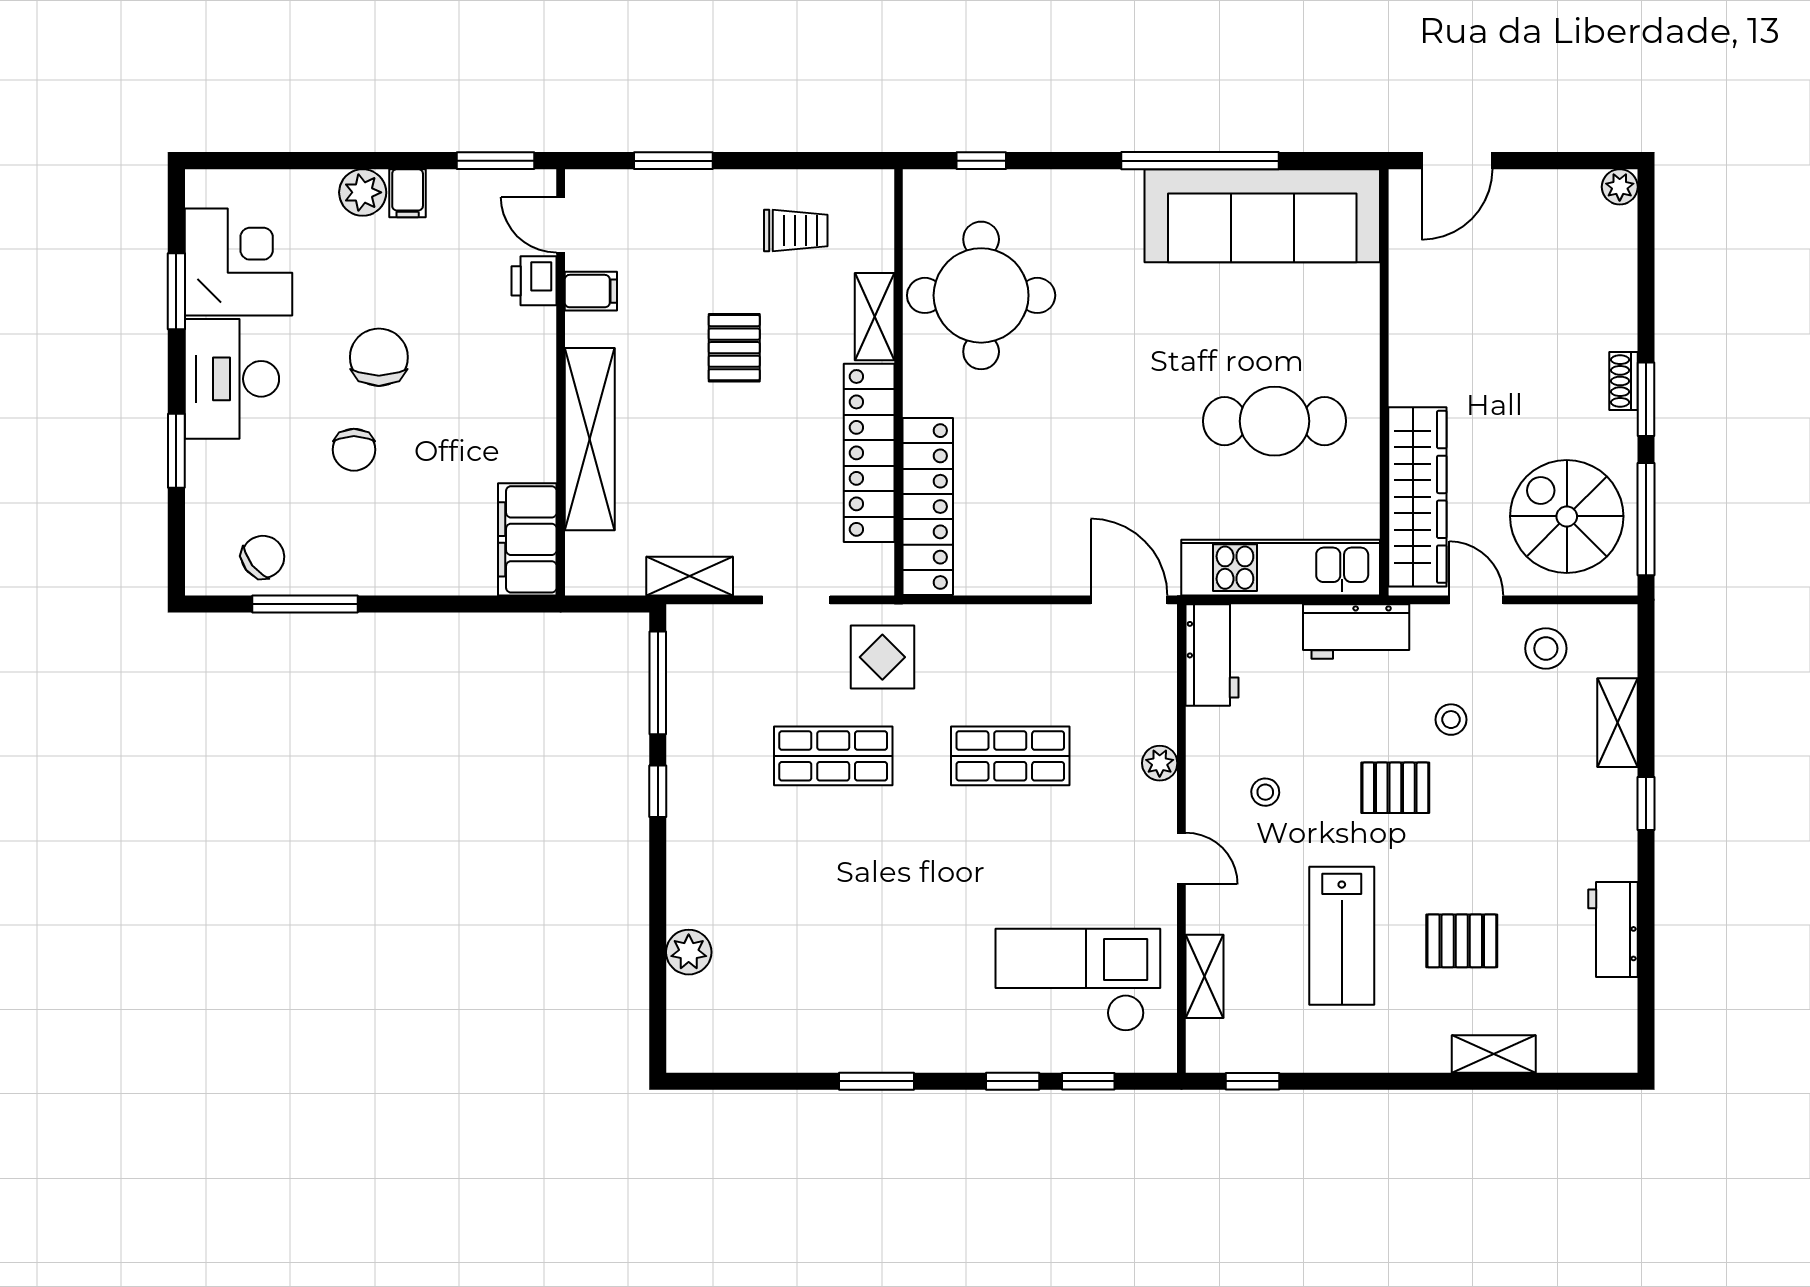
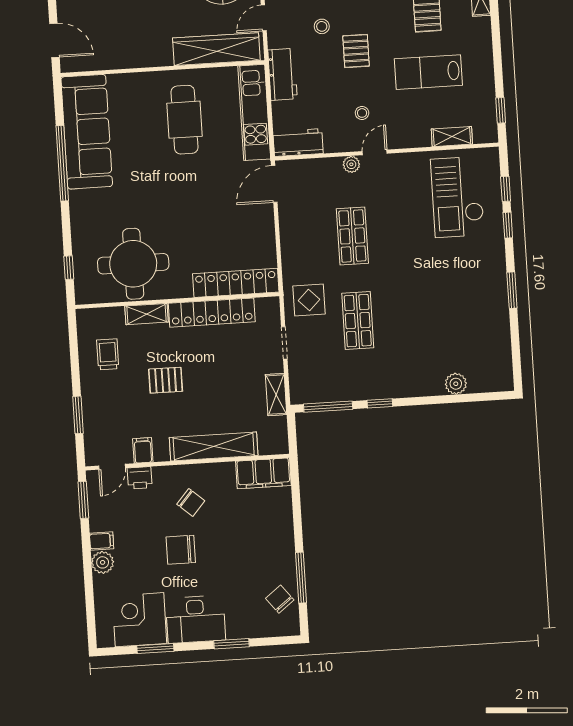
chair: (354, 450) -> (191, 502), moved, turned 41
door: (1181, 858) -> (375, 152), moved
lab bench: (1342, 936) -> (428, 72), turned 180

